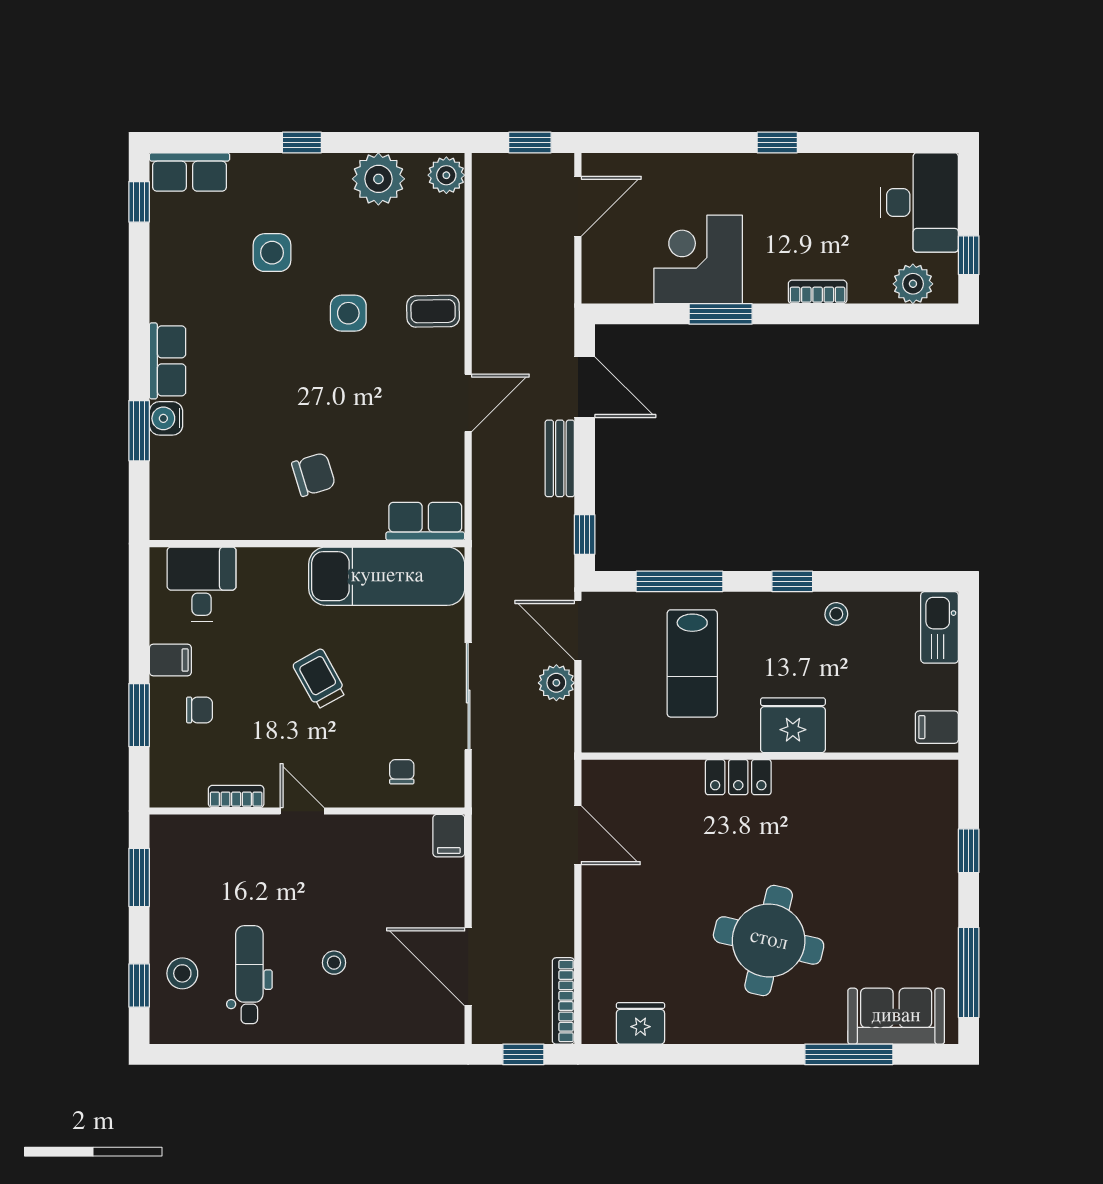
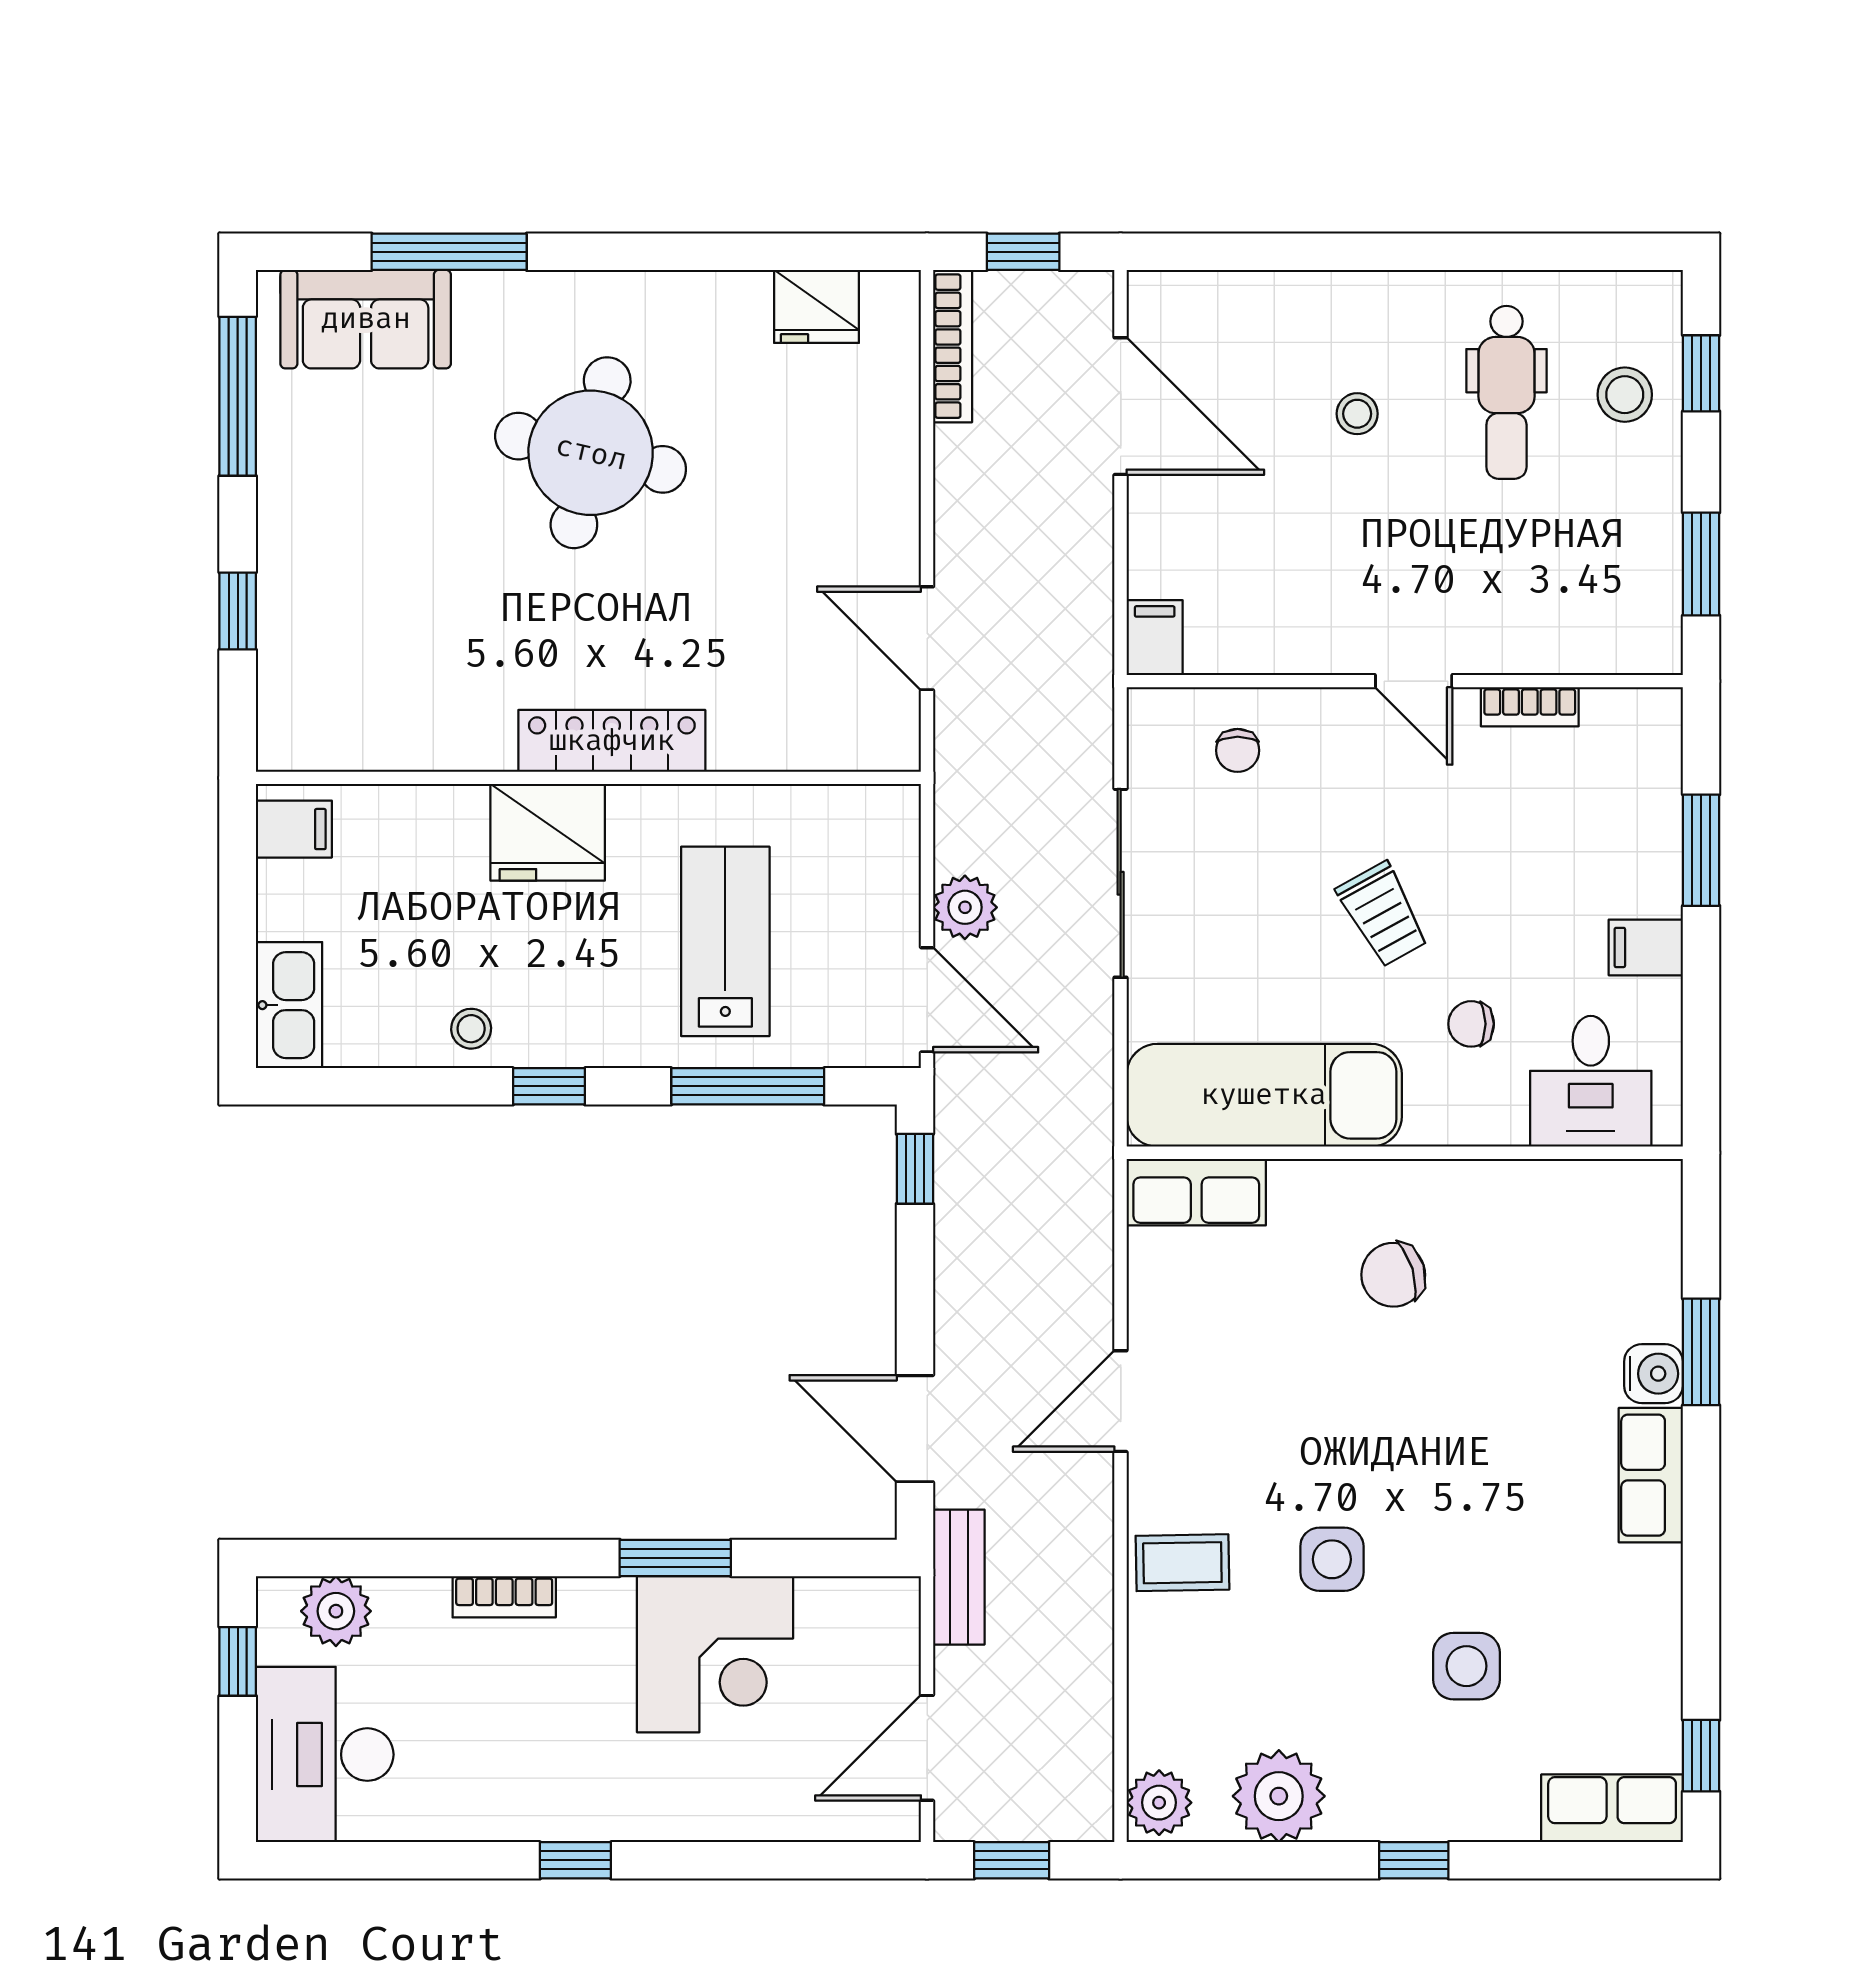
bench: (560, 458) -> (959, 1577), moved
chair: (199, 710) -> (1471, 1024), moved
locker: (738, 777) -> (612, 741), width x1.53

